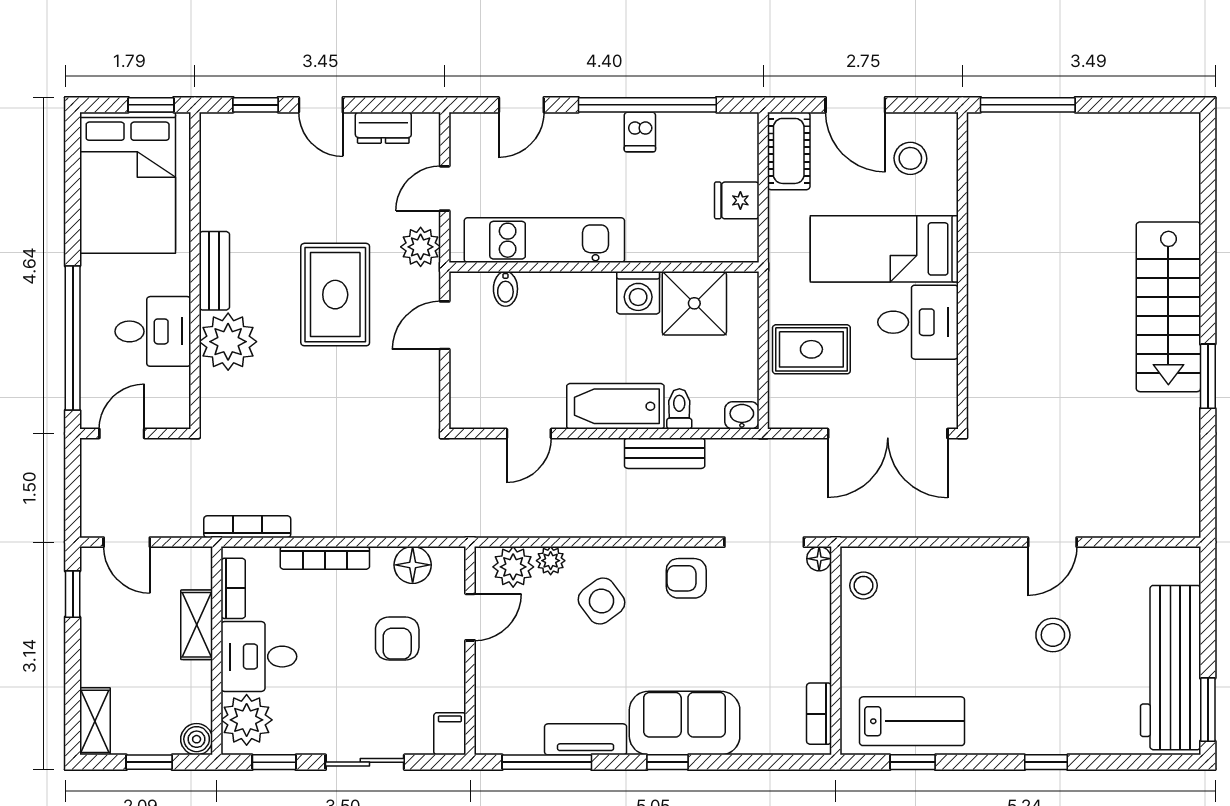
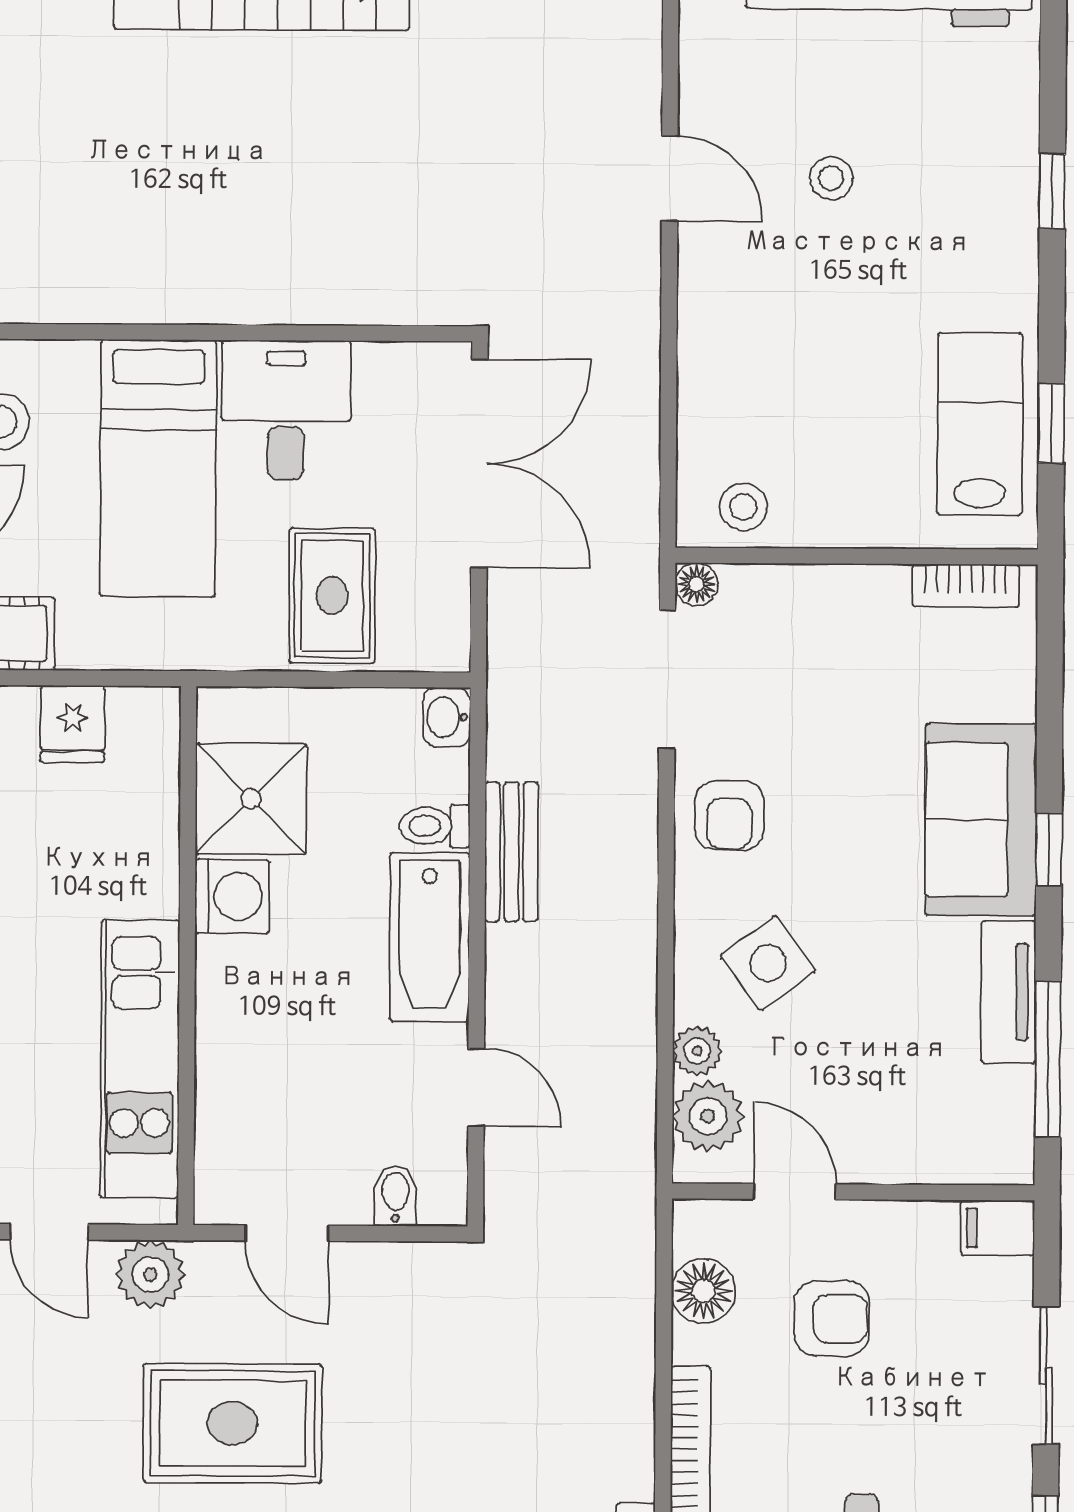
bidet: (505, 289) -> (395, 1196), moved, turned -90
stool: (1053, 635) -> (831, 178), width x0.73, depth x0.73

